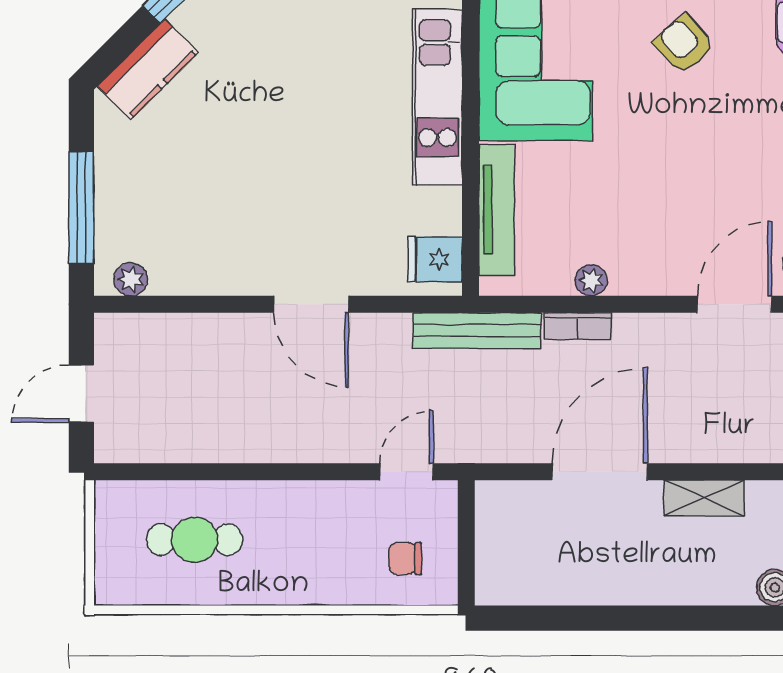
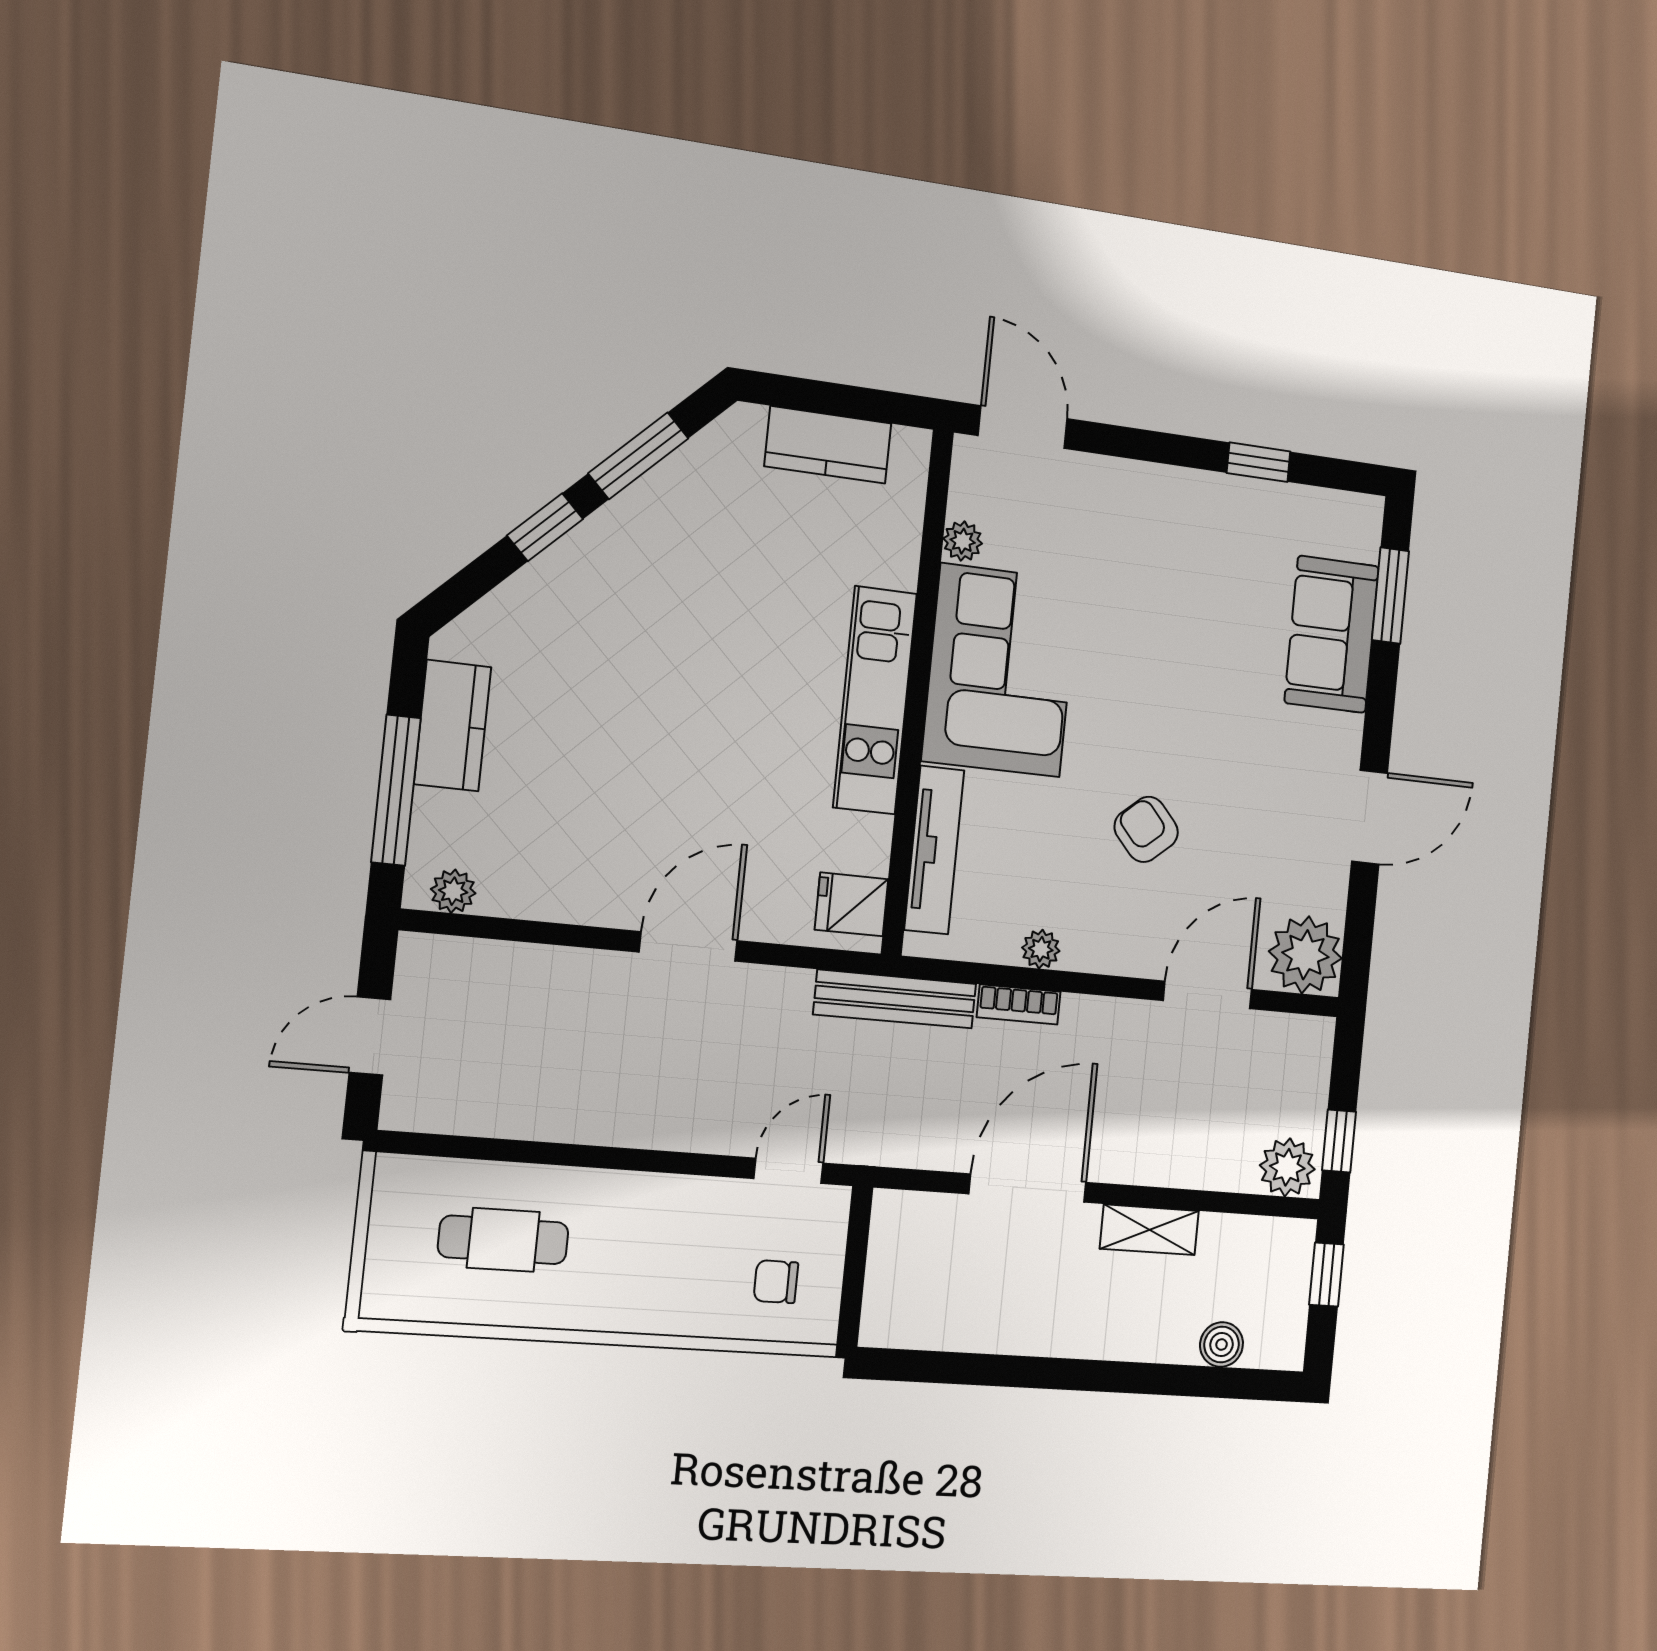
armchair: (684, 44) -> (1146, 829), moved
kitchen counter: (148, 69) -> (453, 725), moved, turned -45
door: (311, 304) -> (688, 946), swing flipped

